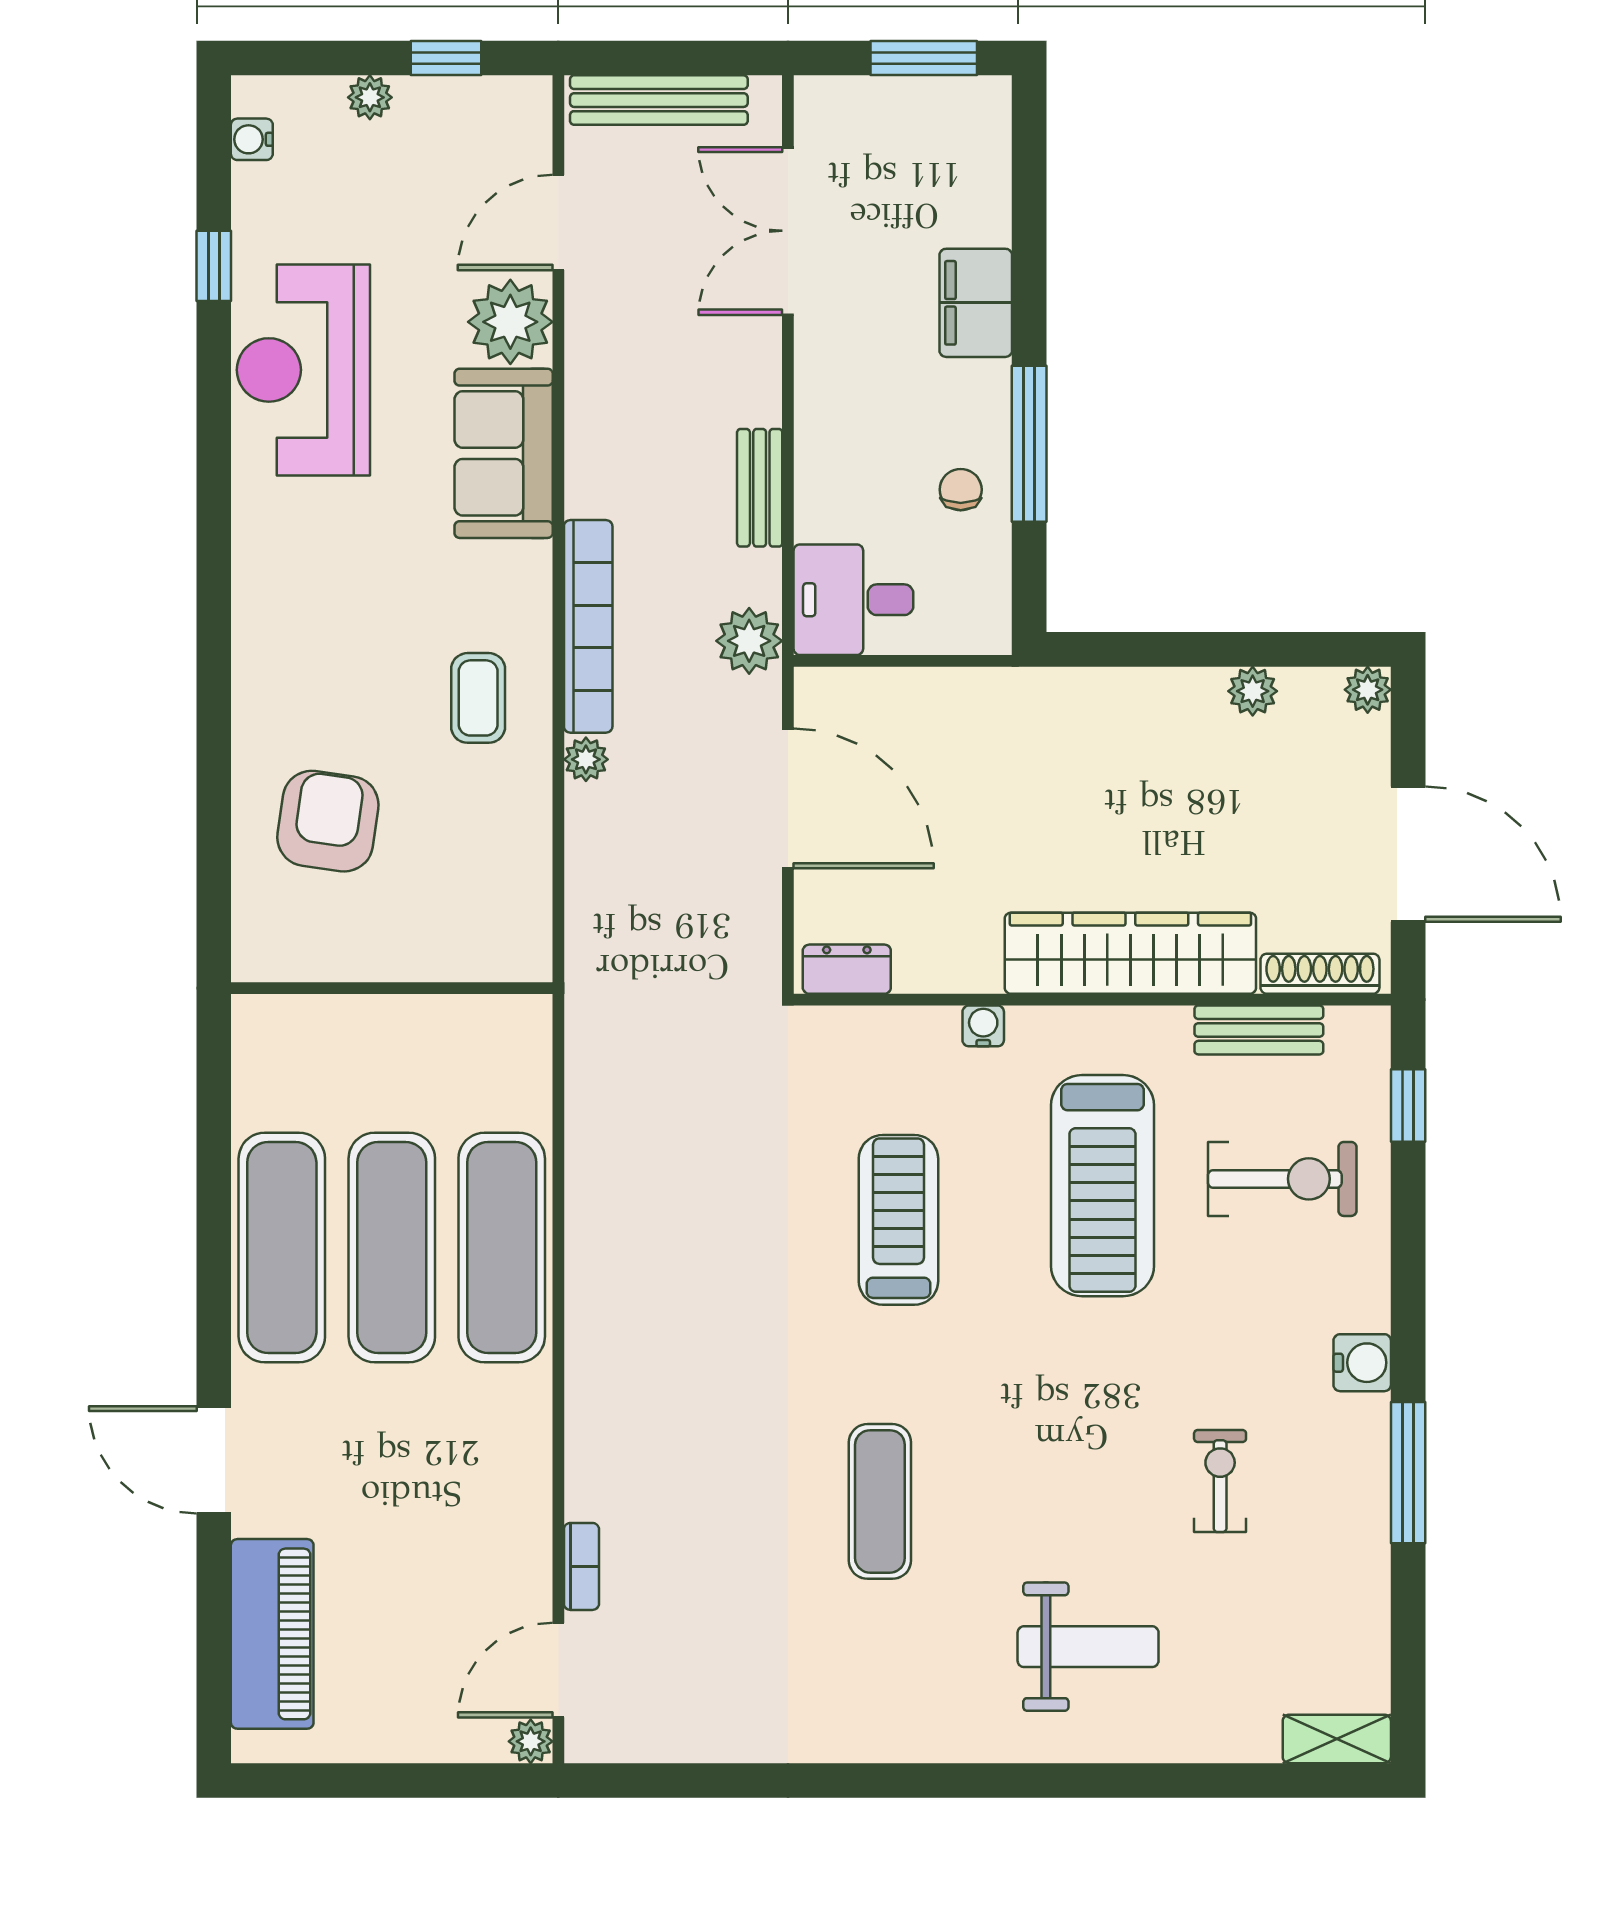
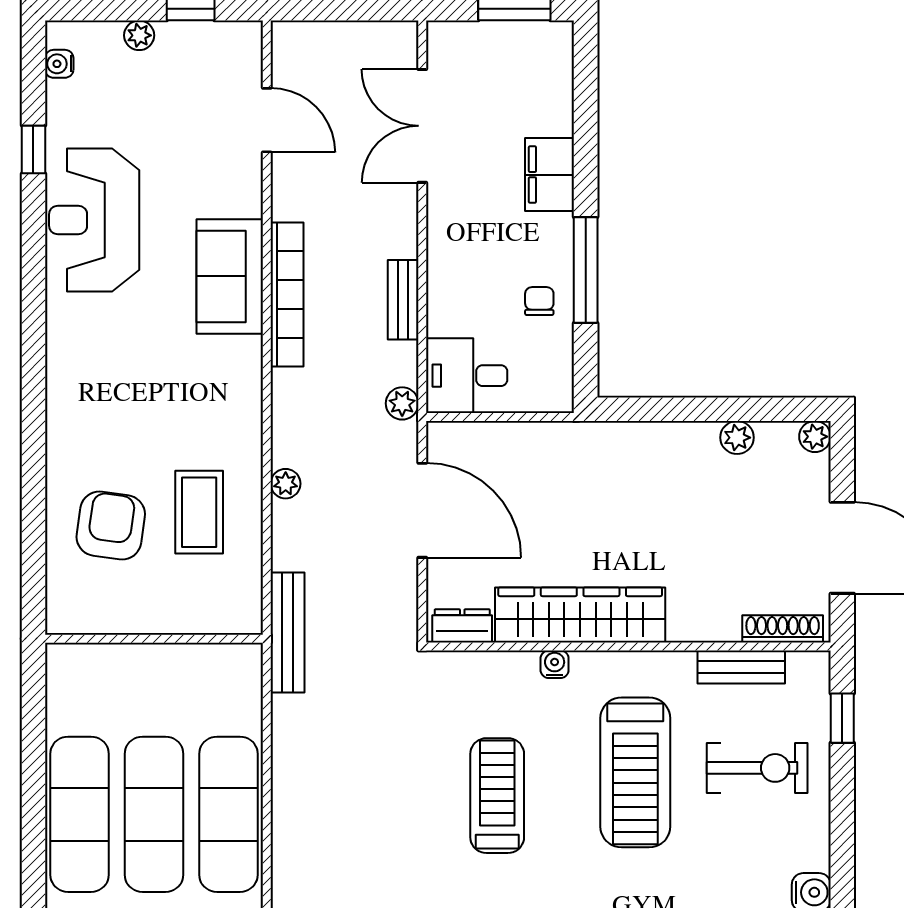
bench: (659, 100) -> (287, 633), moved, turned 90
door: (558, 223) -> (267, 120), swing flipped
plant: (510, 322) -> (234, 187), removed
bookcase: (588, 626) -> (287, 294), moved
plant: (749, 641) -> (402, 403), width x0.73, depth x0.73
coffee table: (478, 698) -> (199, 512), moved, width x1.36, depth x1.30
wardrobe: (1130, 953) -> (580, 615), moved

